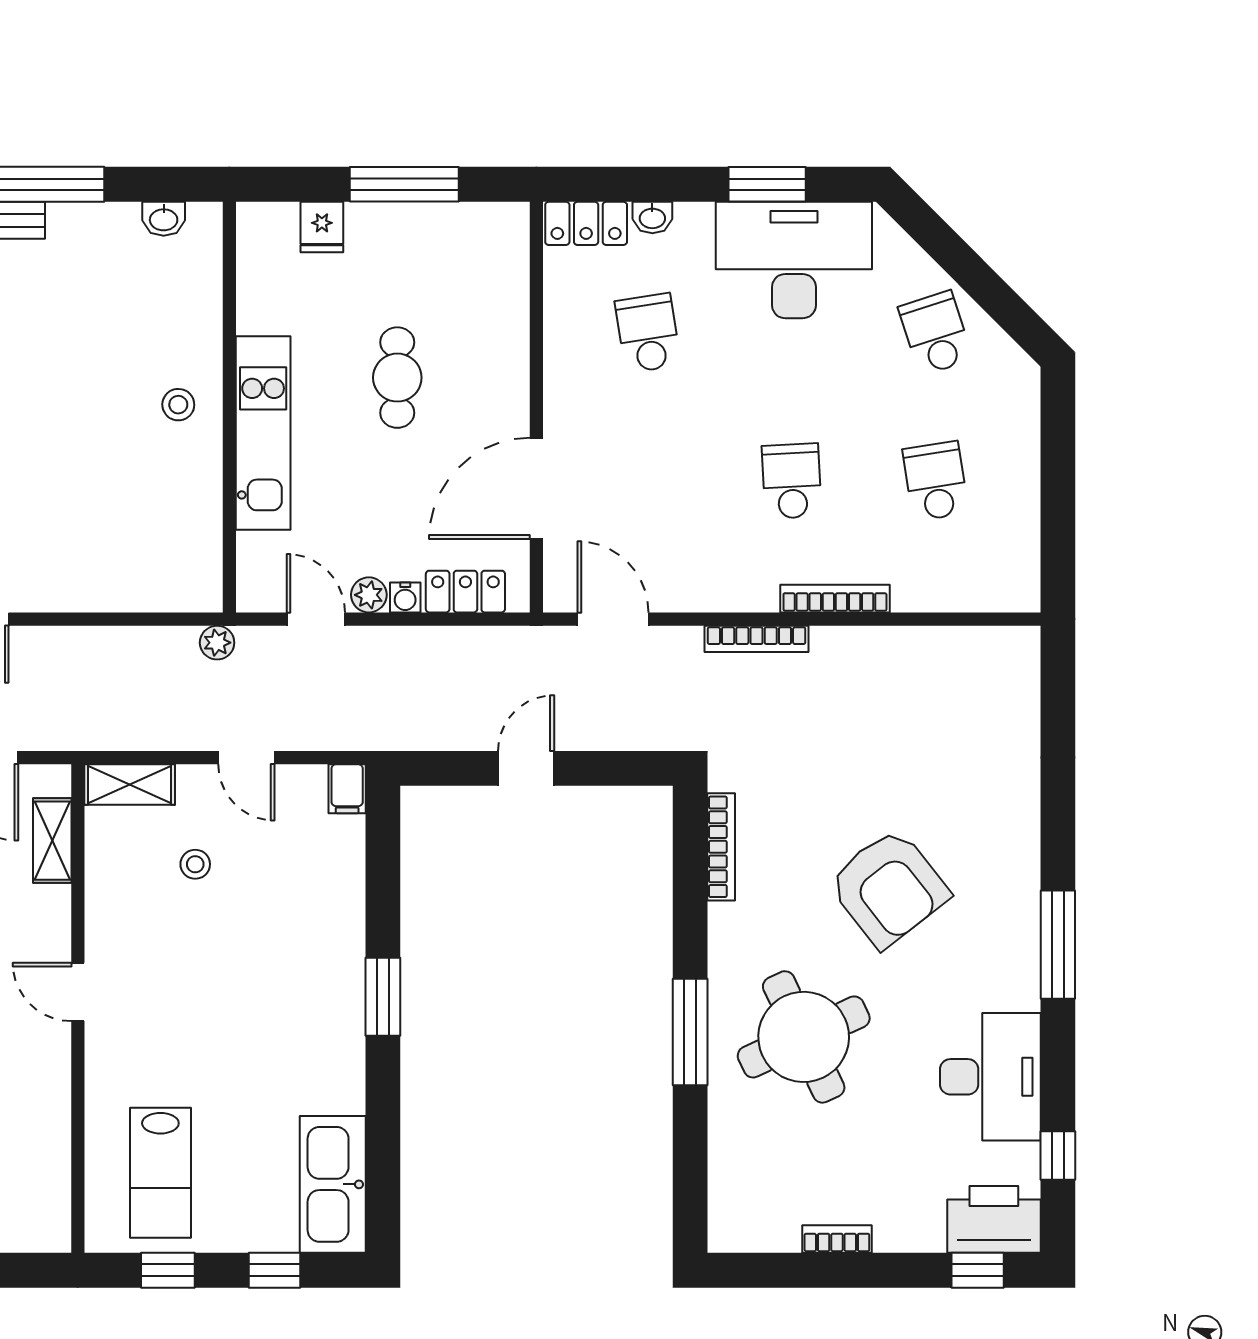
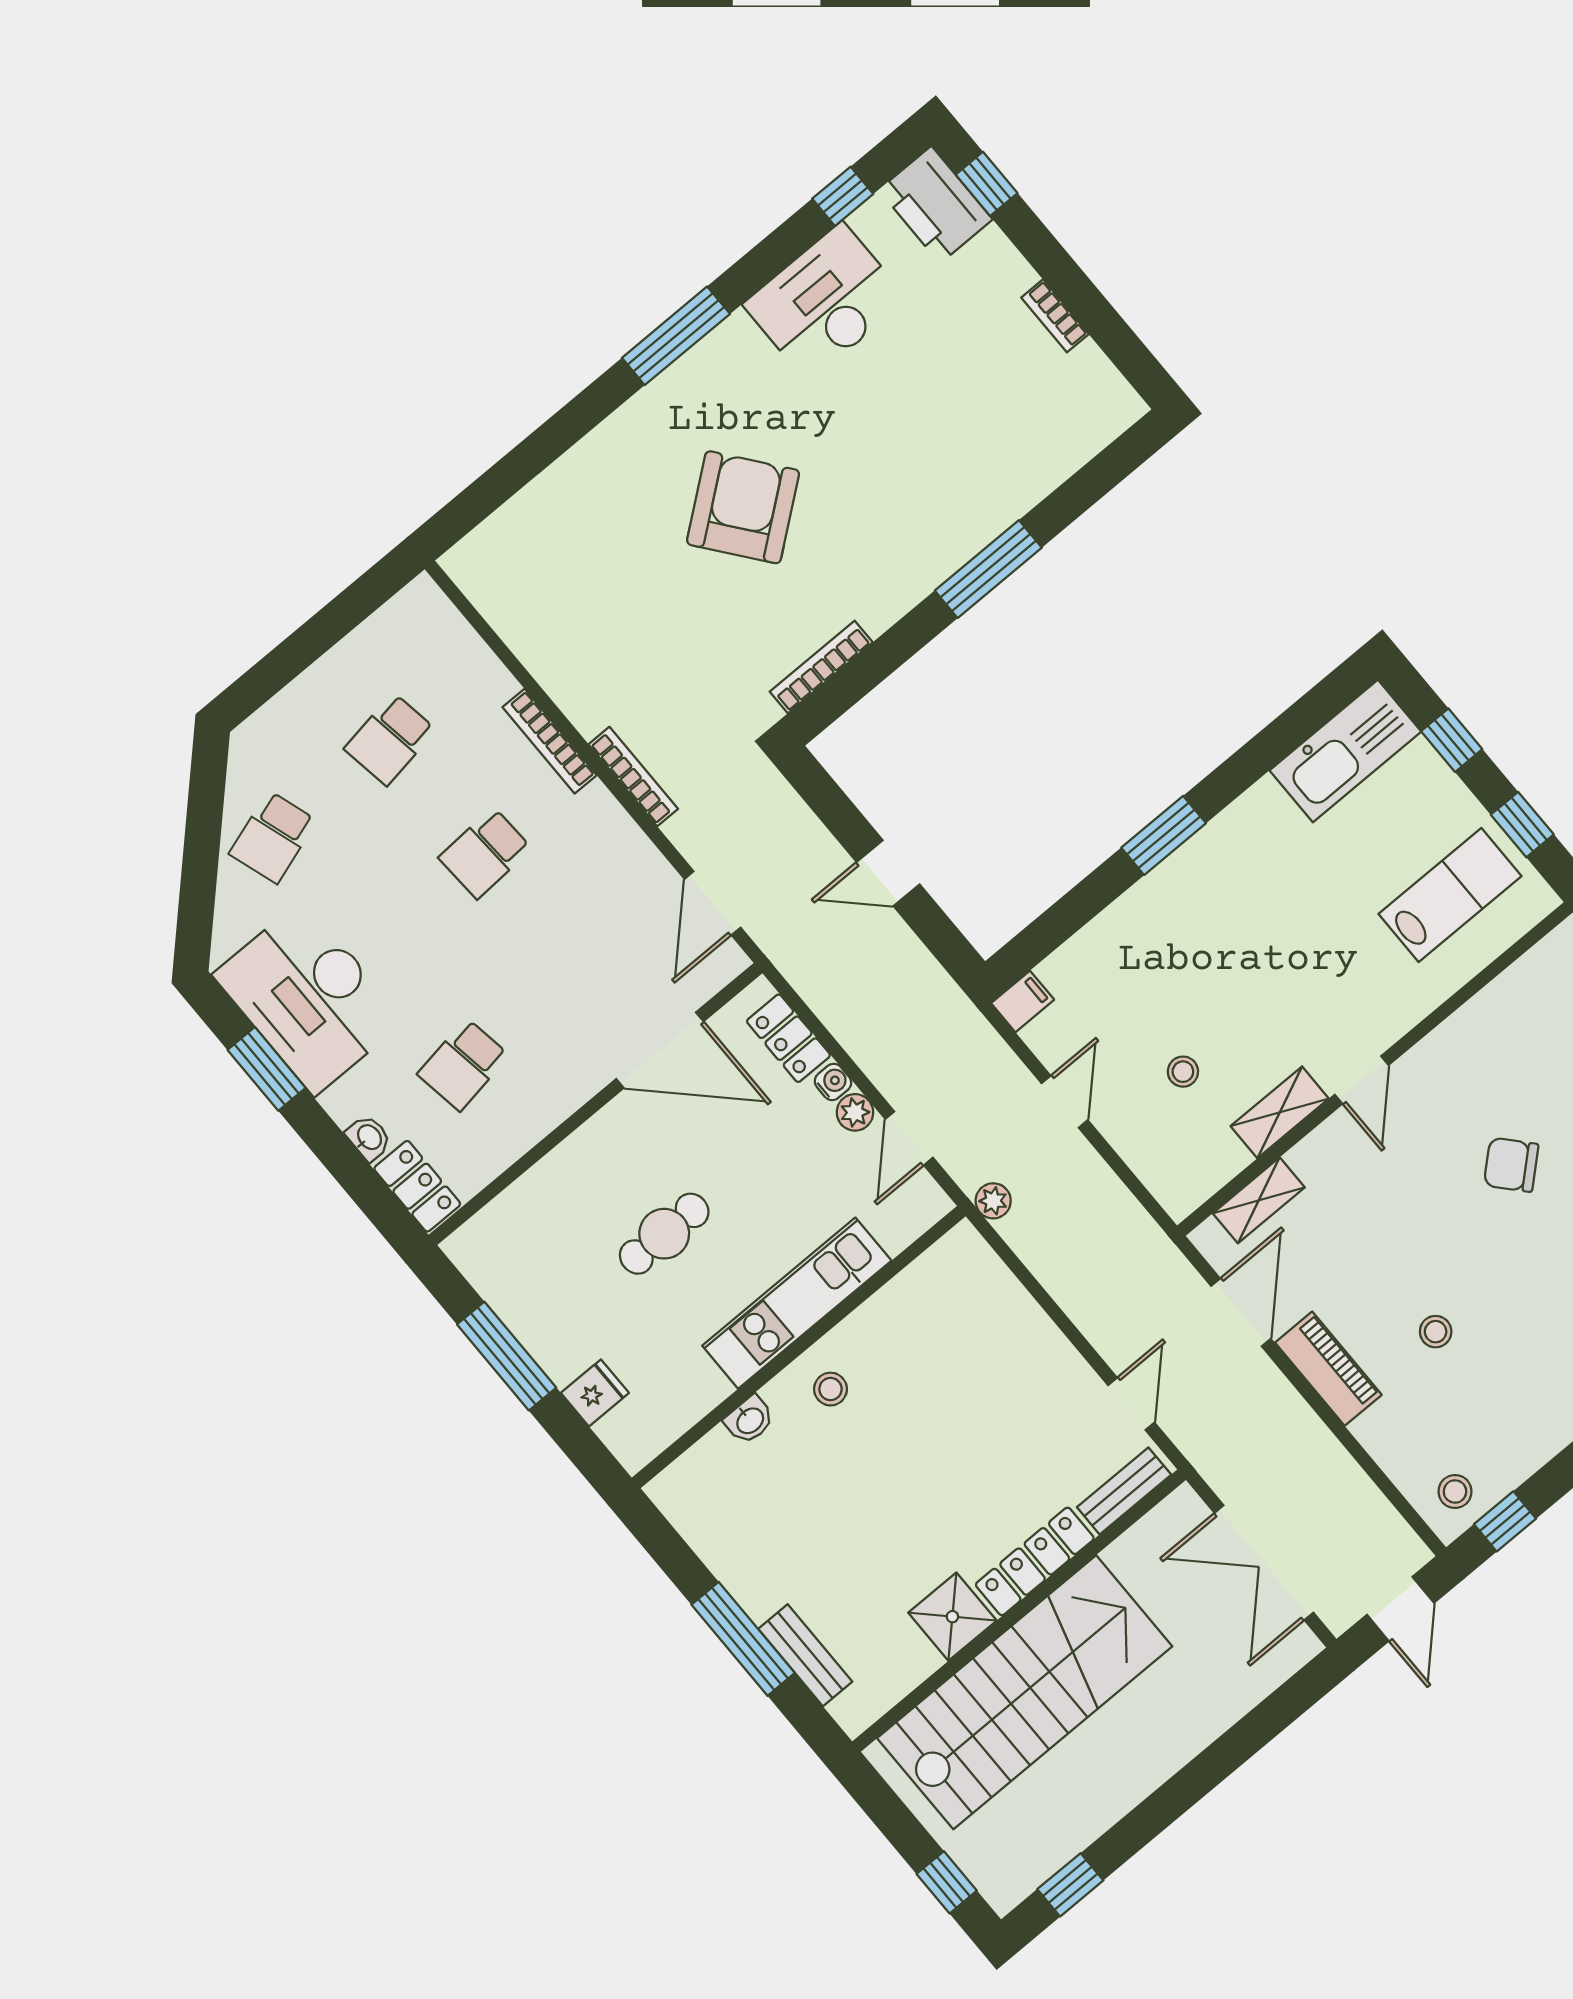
washbasin: (164, 219) -> (750, 1420), moved, turned 90
shelving: (130, 784) -> (1280, 1112), moved, turned 90
round table: (804, 1037) -> (917, 476), removed

